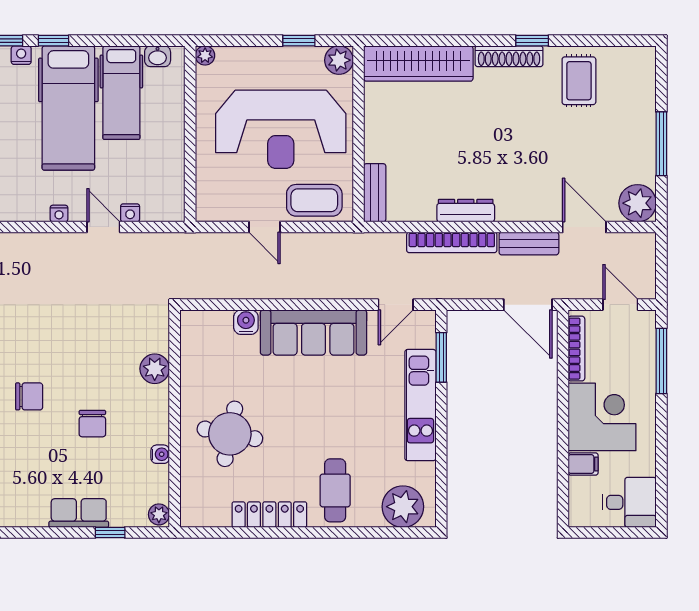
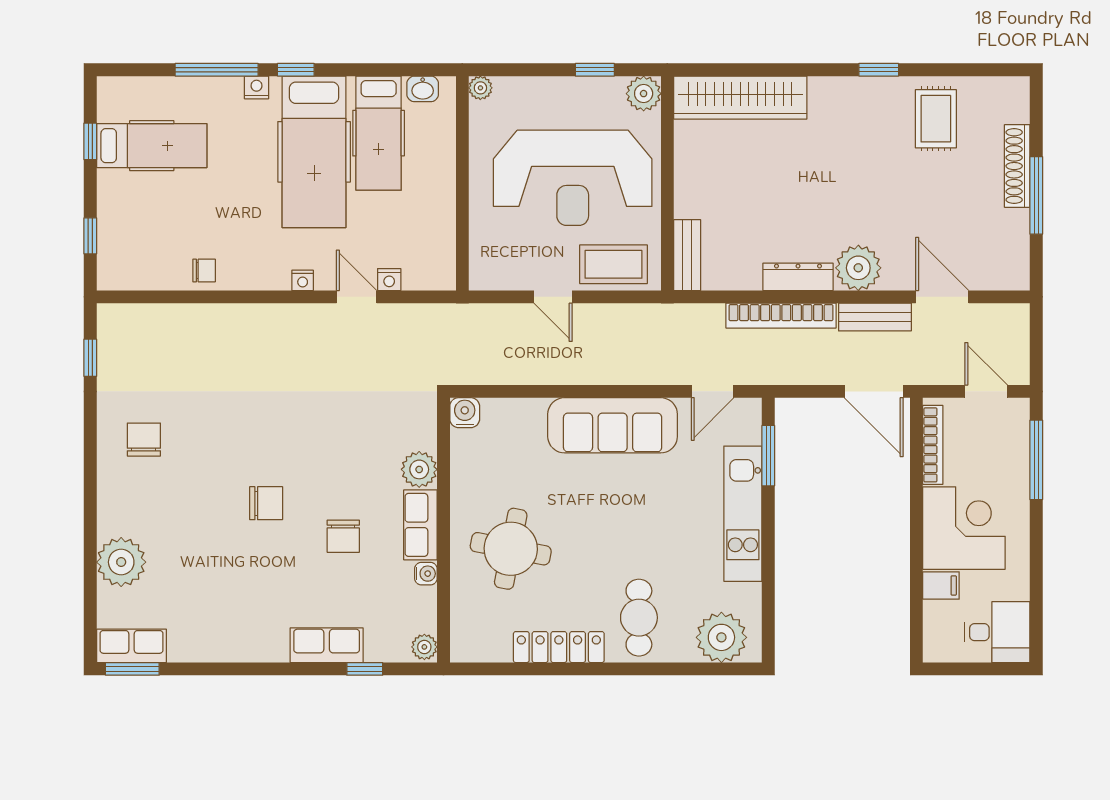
shoe rack: (509, 56) -> (1017, 166), moved, turned 90
plant: (638, 203) -> (858, 268), moved
water cooler: (246, 322) -> (465, 413), moved
row of seats: (156, 414) -> (420, 525), added

